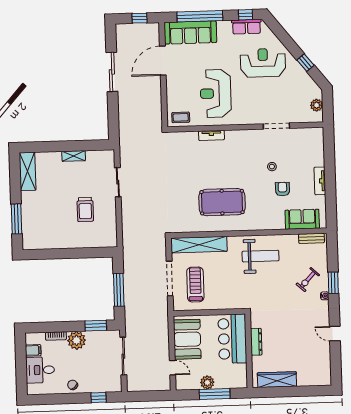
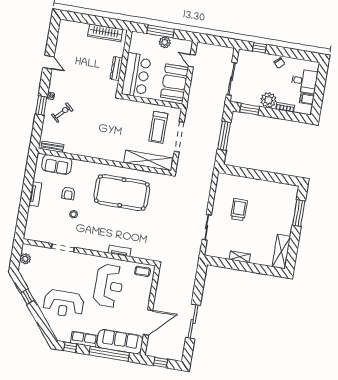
row of seats: (246, 27) -> (84, 339), moved
pool table: (222, 202) -> (122, 193), width x1.36, depth x1.32
weight bench: (261, 256) -> (98, 140), removed

